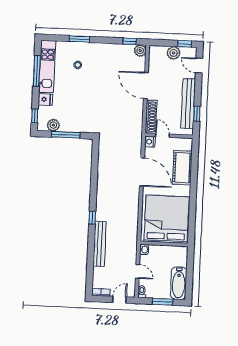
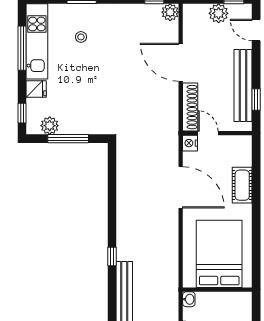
cot: (182, 168) -> (242, 185), width x0.73, depth x0.75
bed: (166, 219) -> (219, 254), width x0.73

